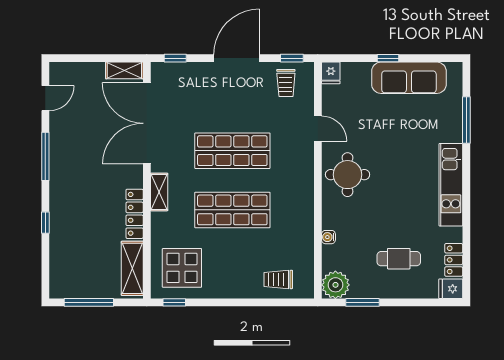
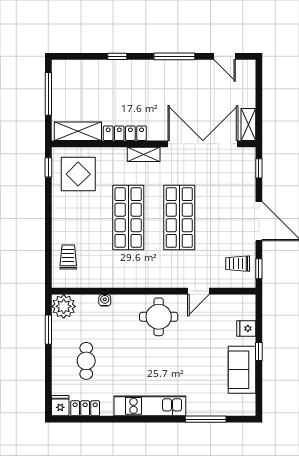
fridge: (331, 73) -> (246, 328), moved
sofa: (409, 78) -> (242, 370), width x0.73

